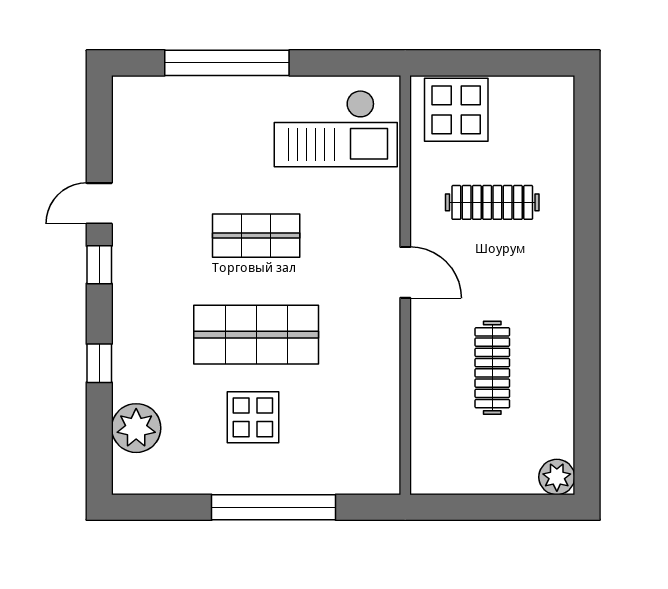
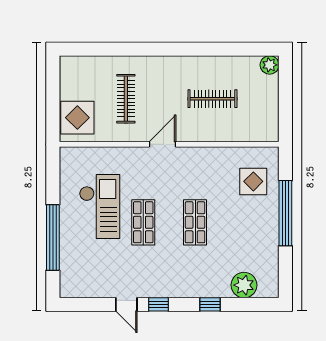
checkout: (336, 128) -> (100, 206), moved
shop shelf: (256, 335) -> (195, 222), width x0.70, depth x0.74
display table: (253, 417) -> (253, 181), moved

